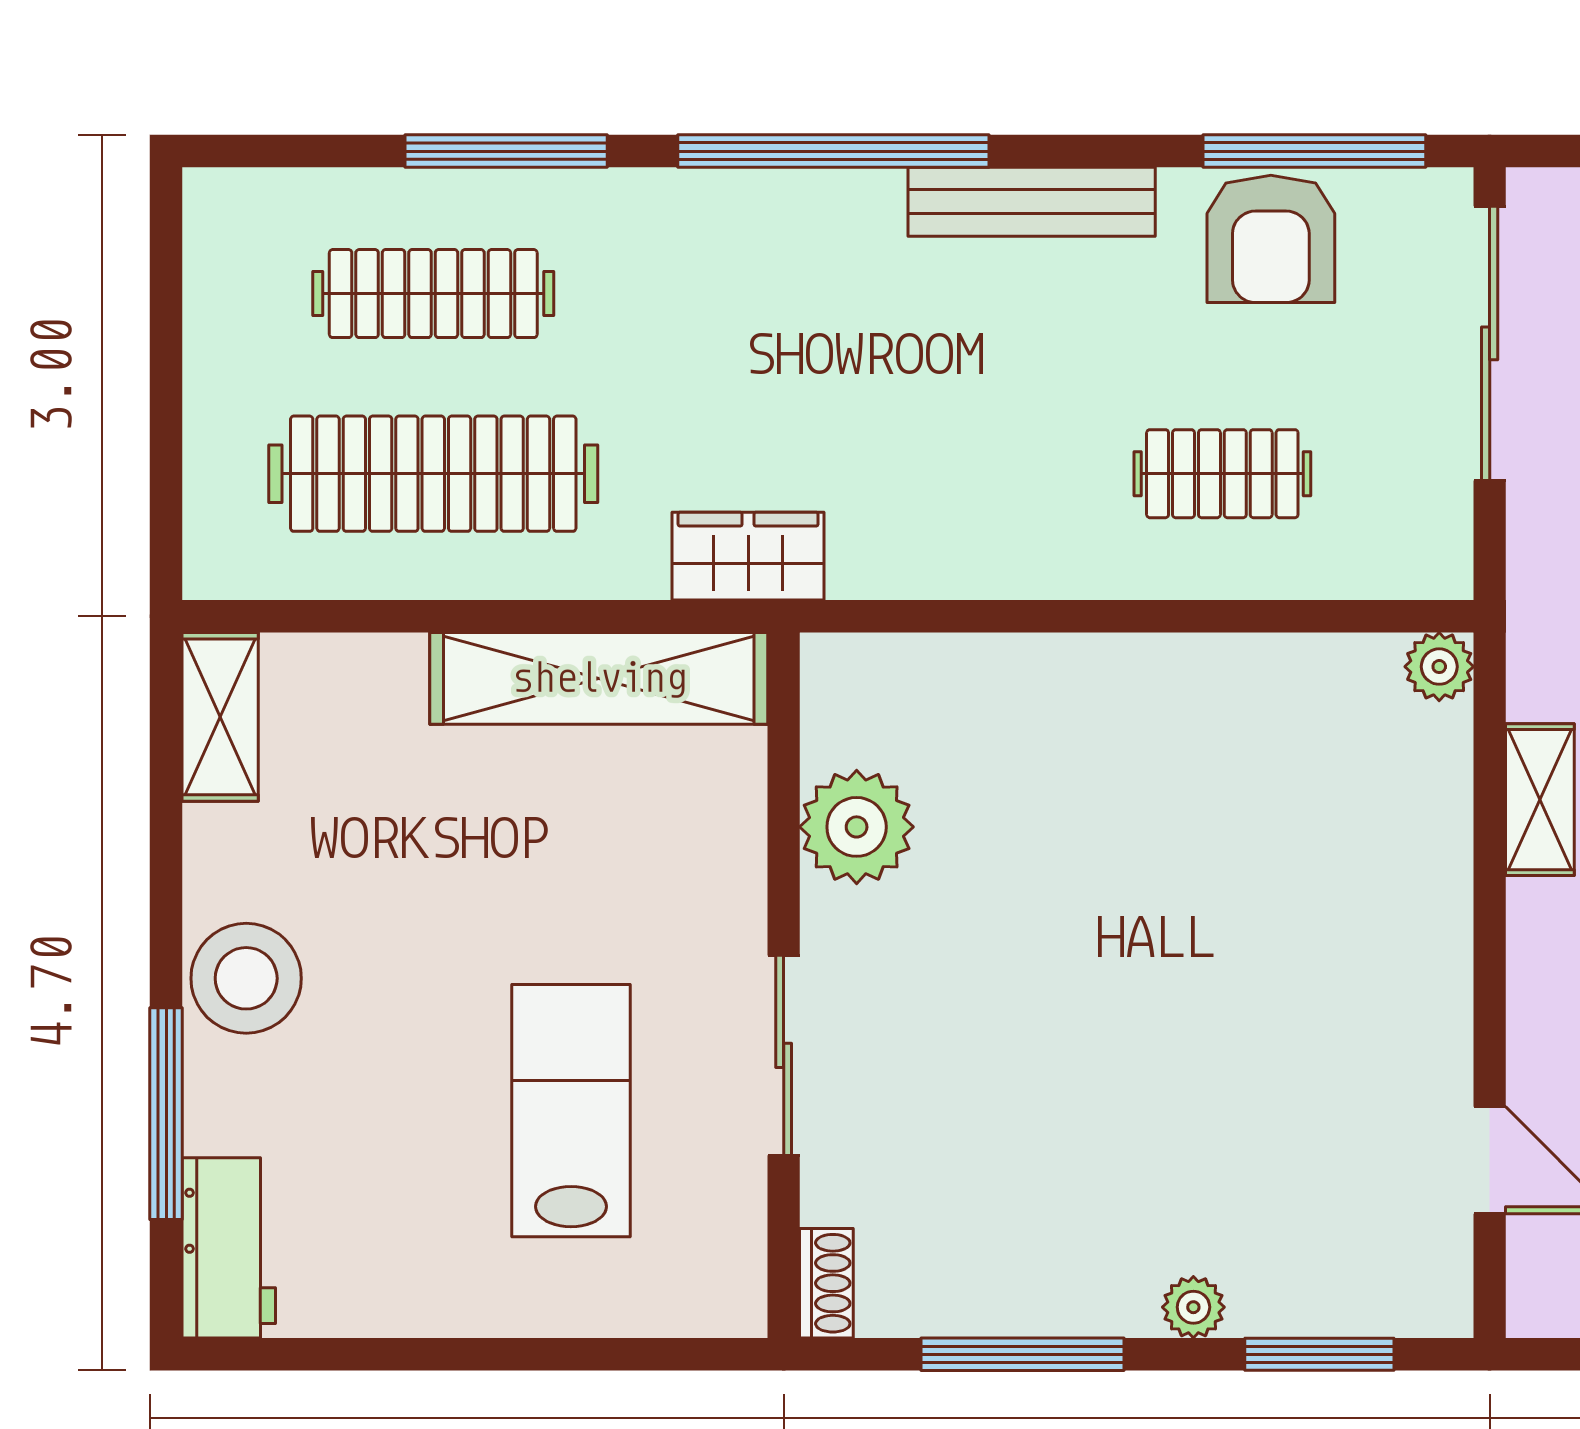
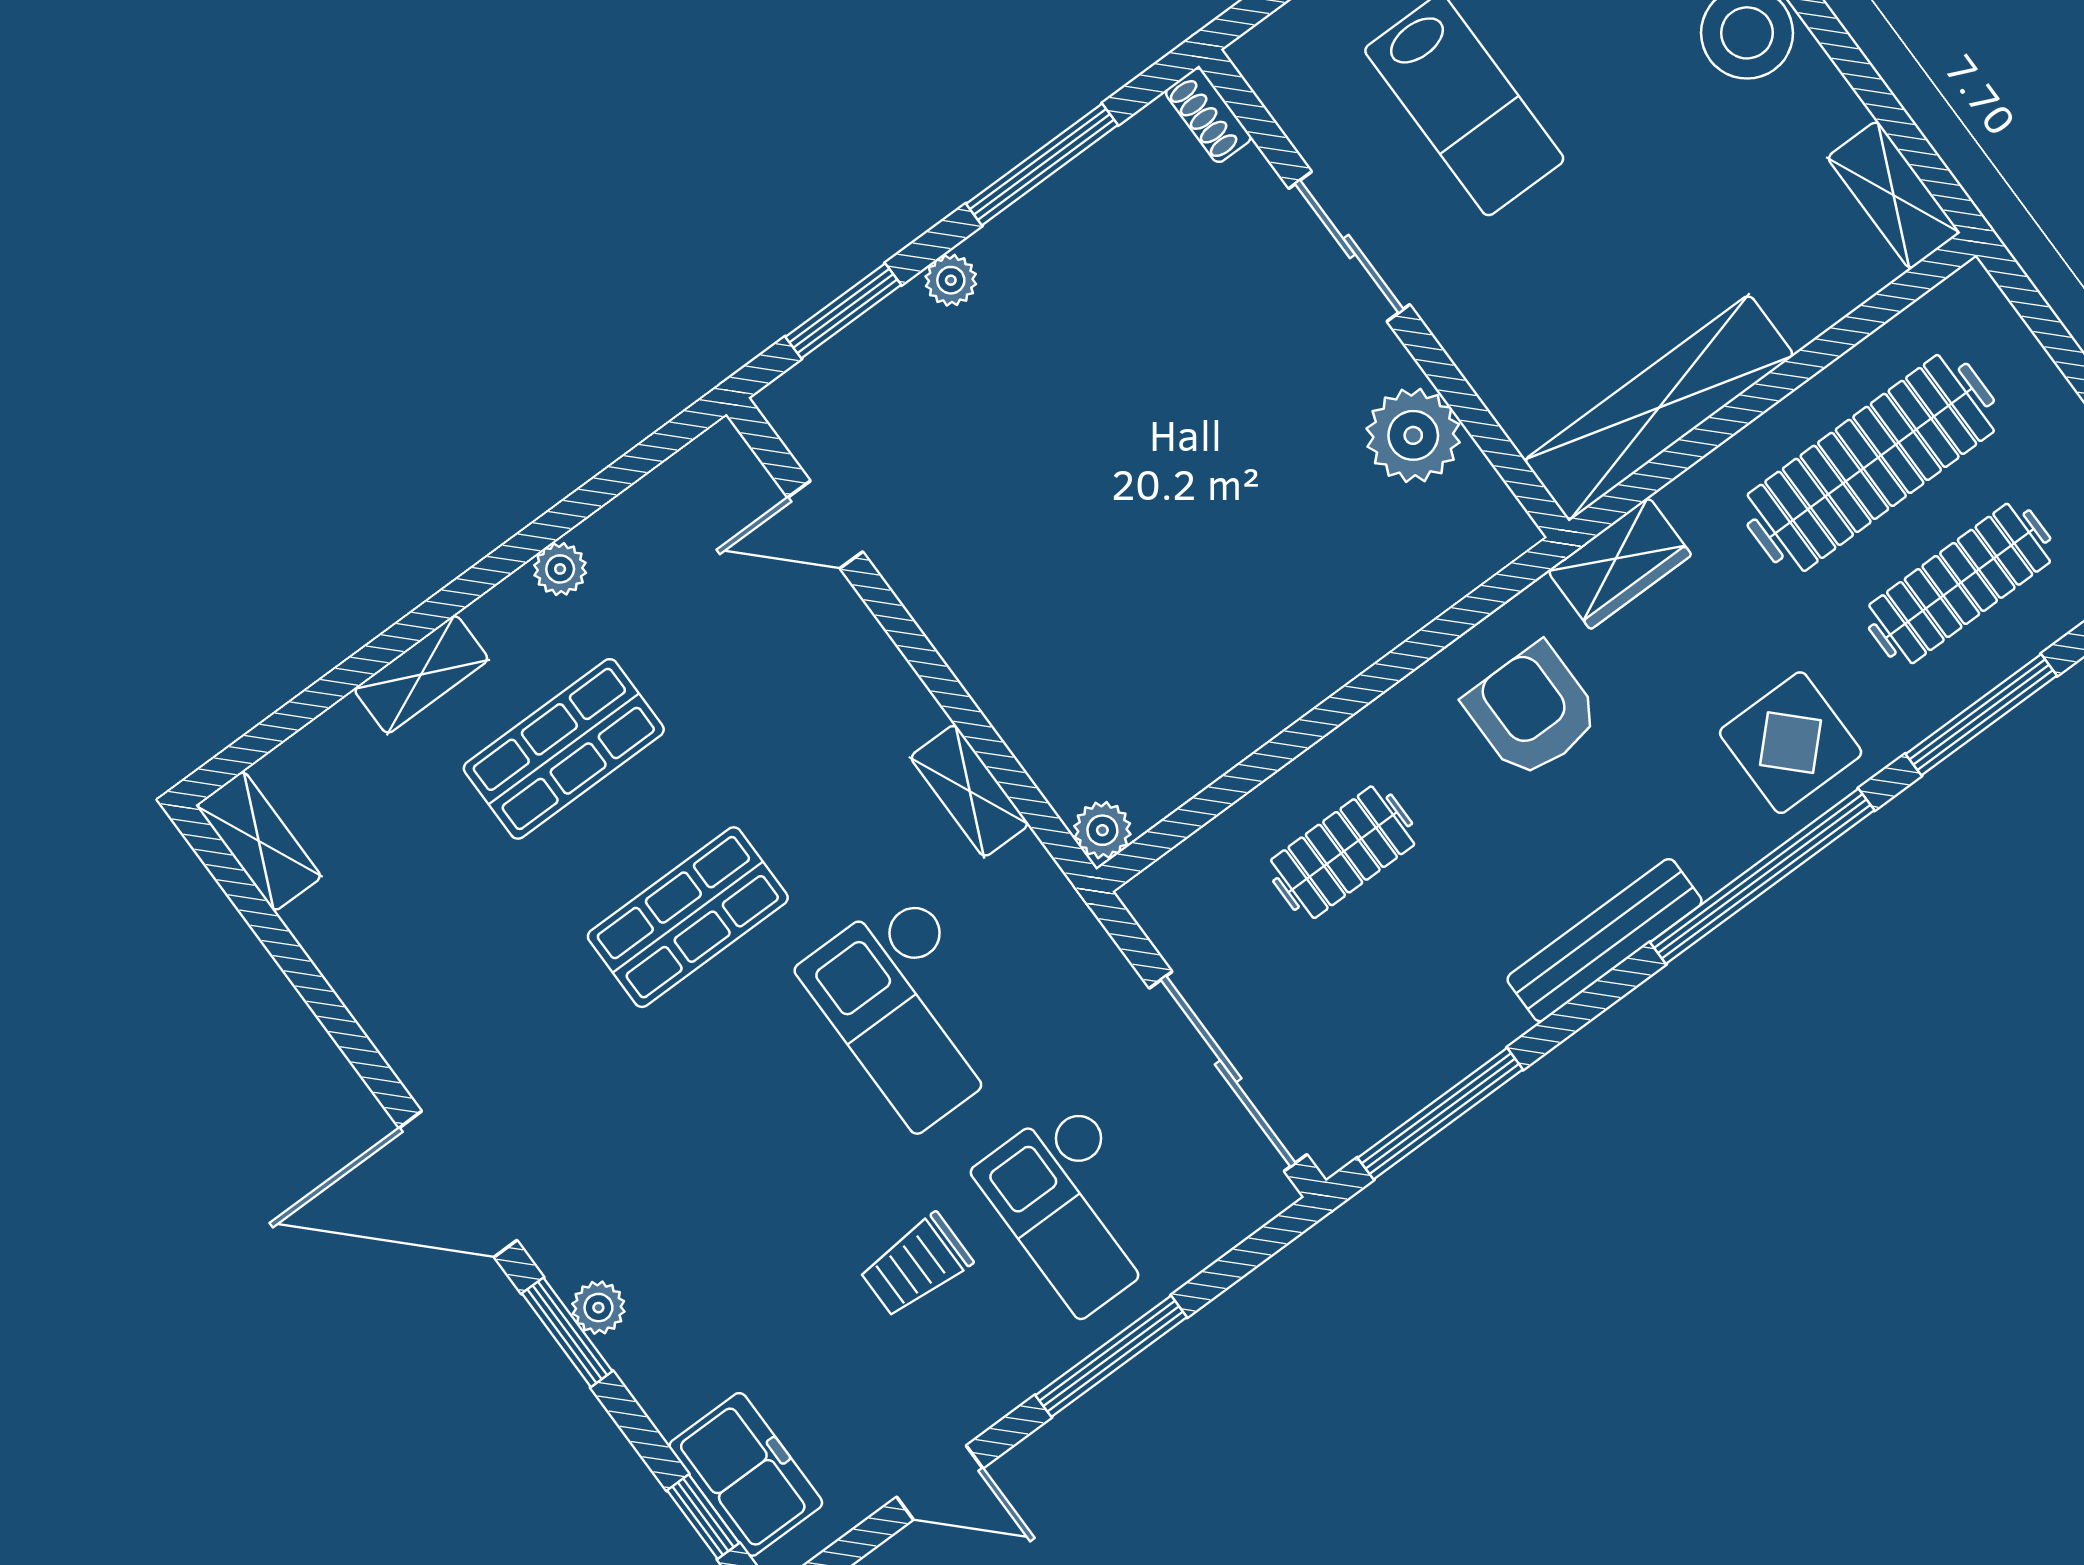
armchair: (1271, 239) -> (1532, 711), moved
display table: (711, 260) -> (1791, 743), added

